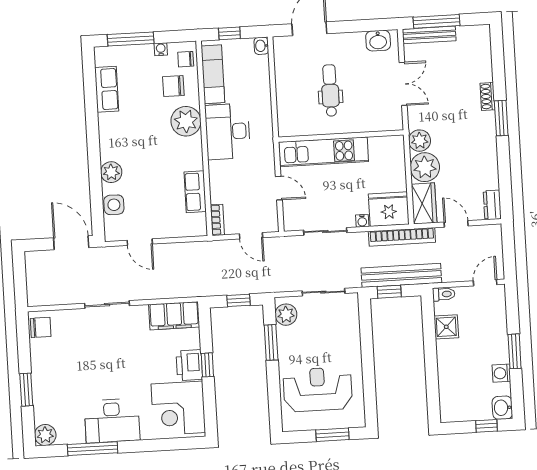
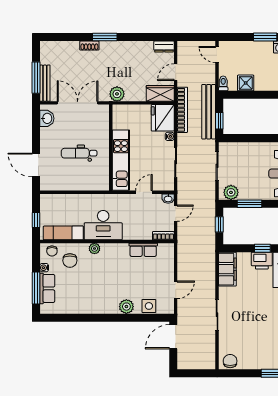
washbasin: (261, 46) -> (168, 199), moved
double door: (403, 84) -> (78, 103), width x1.37
row of seats: (107, 89) -> (47, 288), moved, turned 90
plant: (186, 121) -> (94, 249), width x0.53, depth x0.53
plant: (425, 167) -> (135, 91), removed

